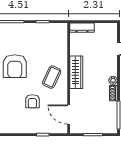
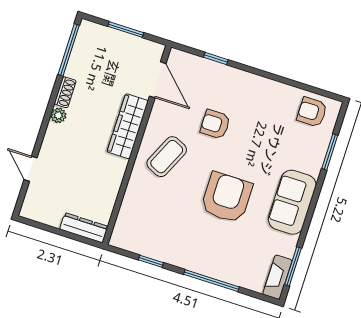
wardrobe: (76, 72) -> (128, 126), moved
armchair: (32, 101) -> (215, 124), turned -90

